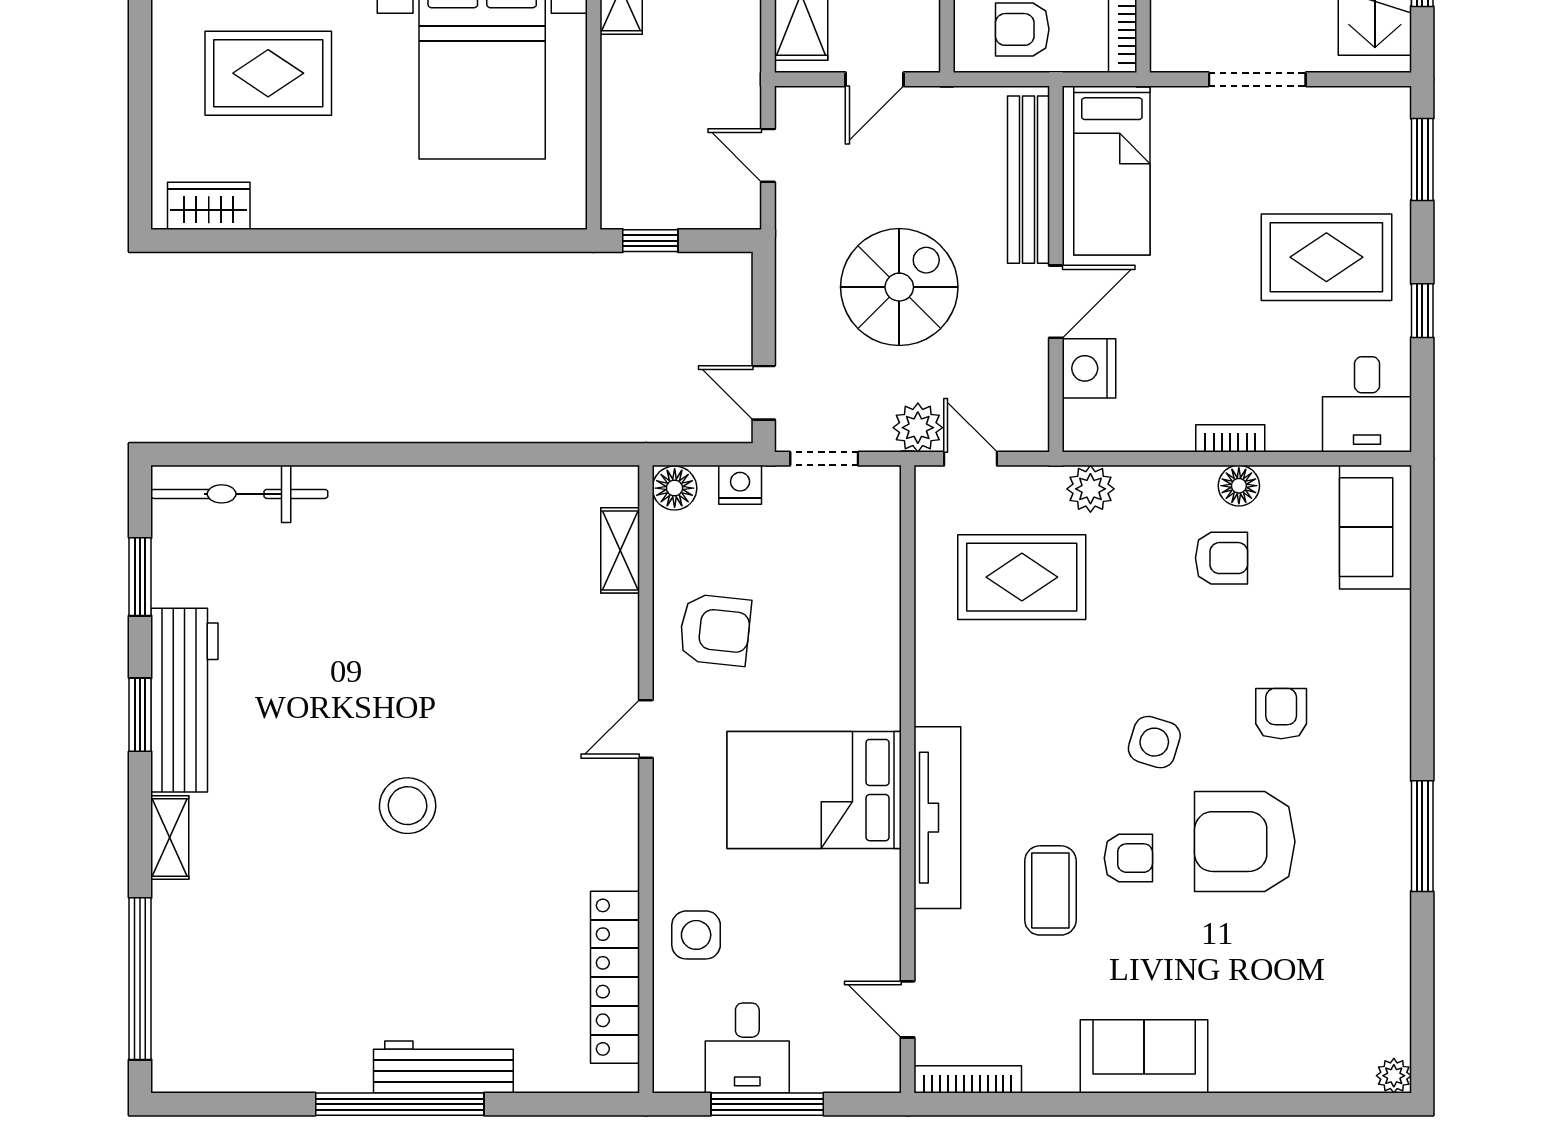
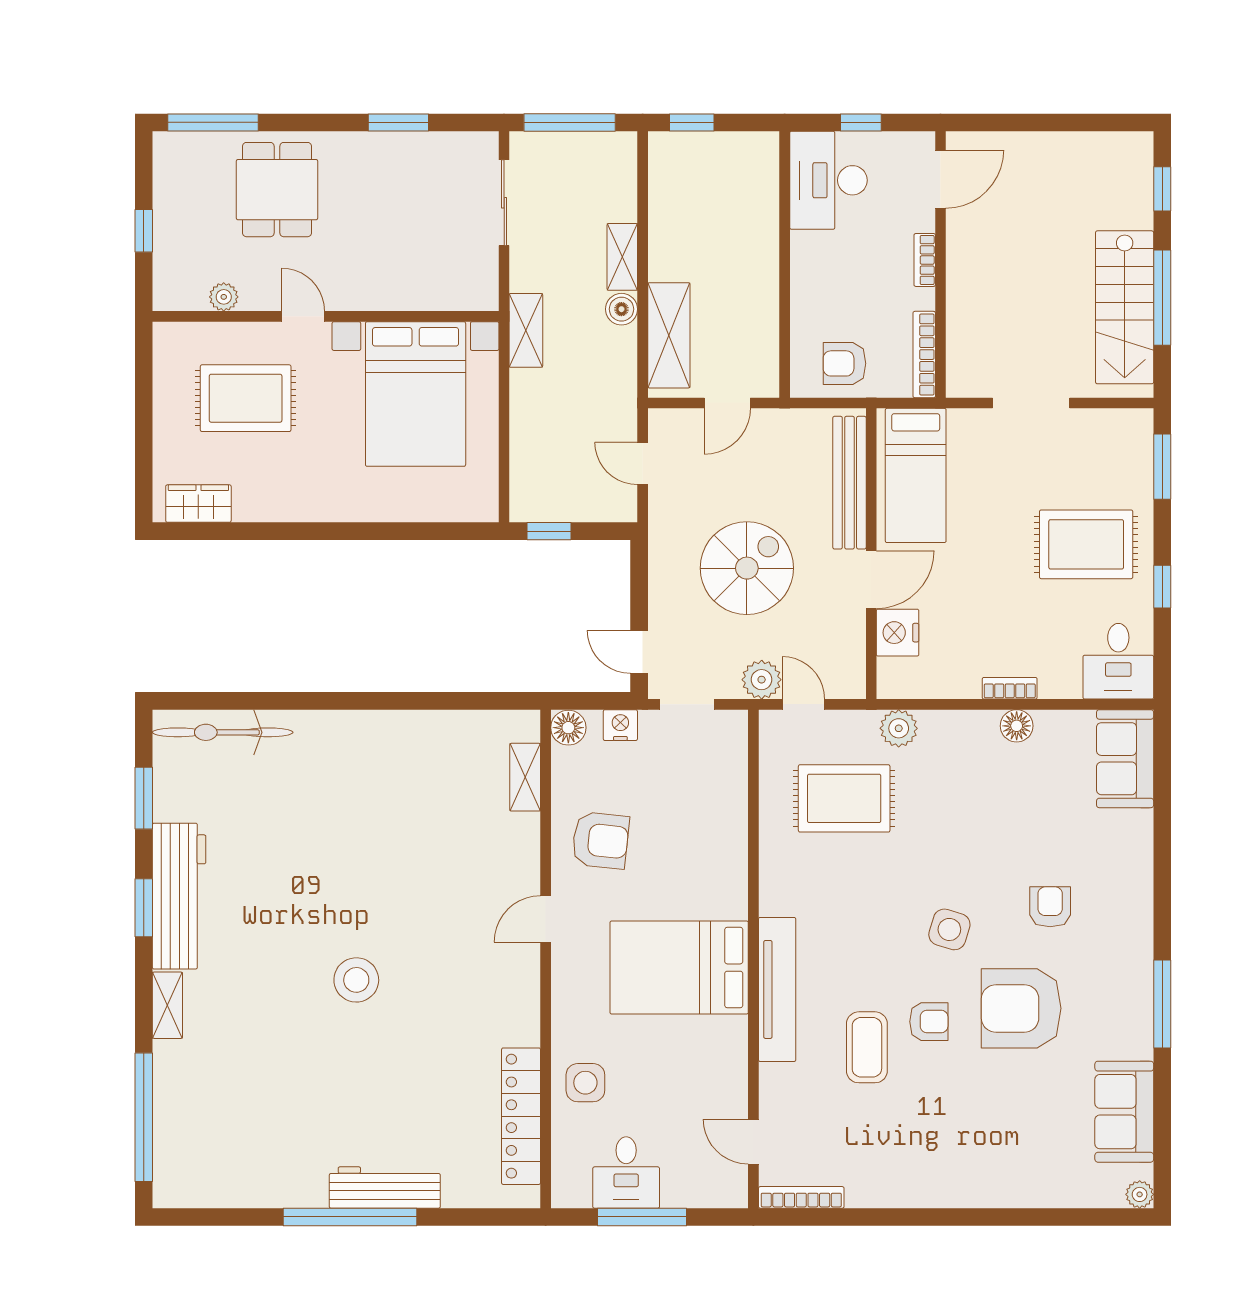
armchair: (1221, 558) -> (1003, 783), removed
sofa: (1144, 1056) -> (1124, 1112), moved, turned -90

